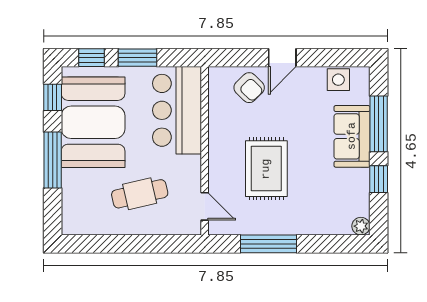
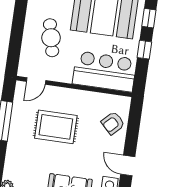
window: (138, 58) -> (144, 50), width x0.67
door: (282, 58) -> (128, 165), moved

